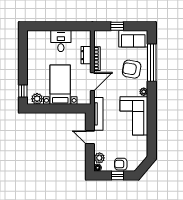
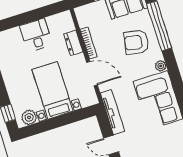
door: (92, 82) -> (92, 74), hinge flipped

